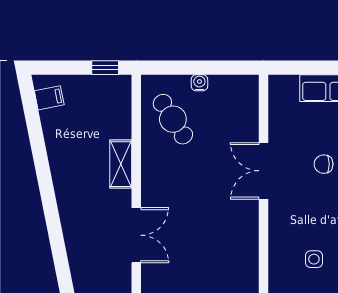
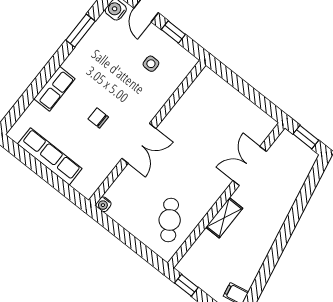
water cooler: (199, 83) -> (104, 204), moved
chair: (324, 164) -> (98, 118), turned 180

